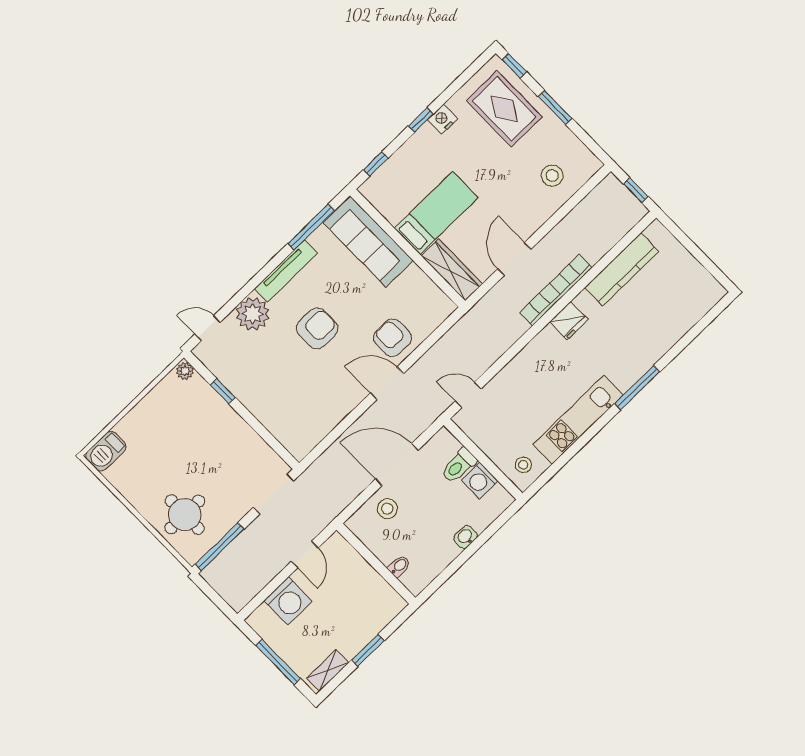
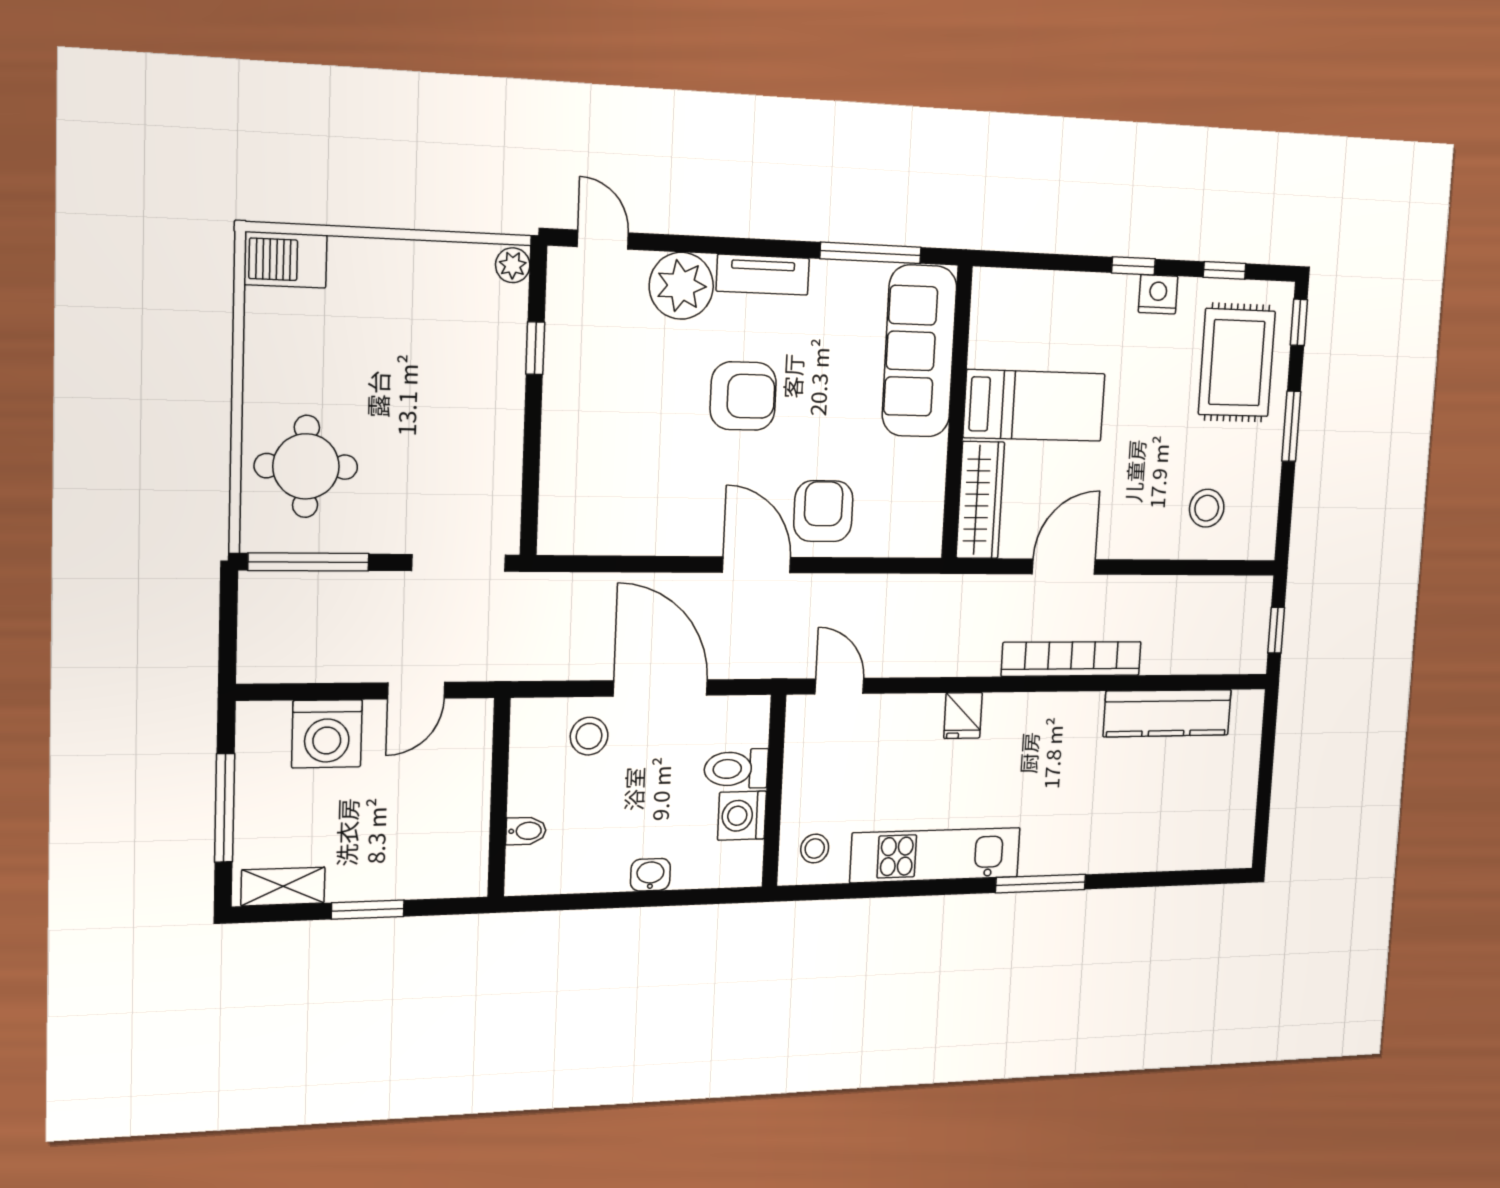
window: (376, 164) -> (1224, 270), moved
tv unit: (286, 271) -> (763, 275), width x0.71
fridge: (569, 321) -> (963, 715), moved, width x0.72

